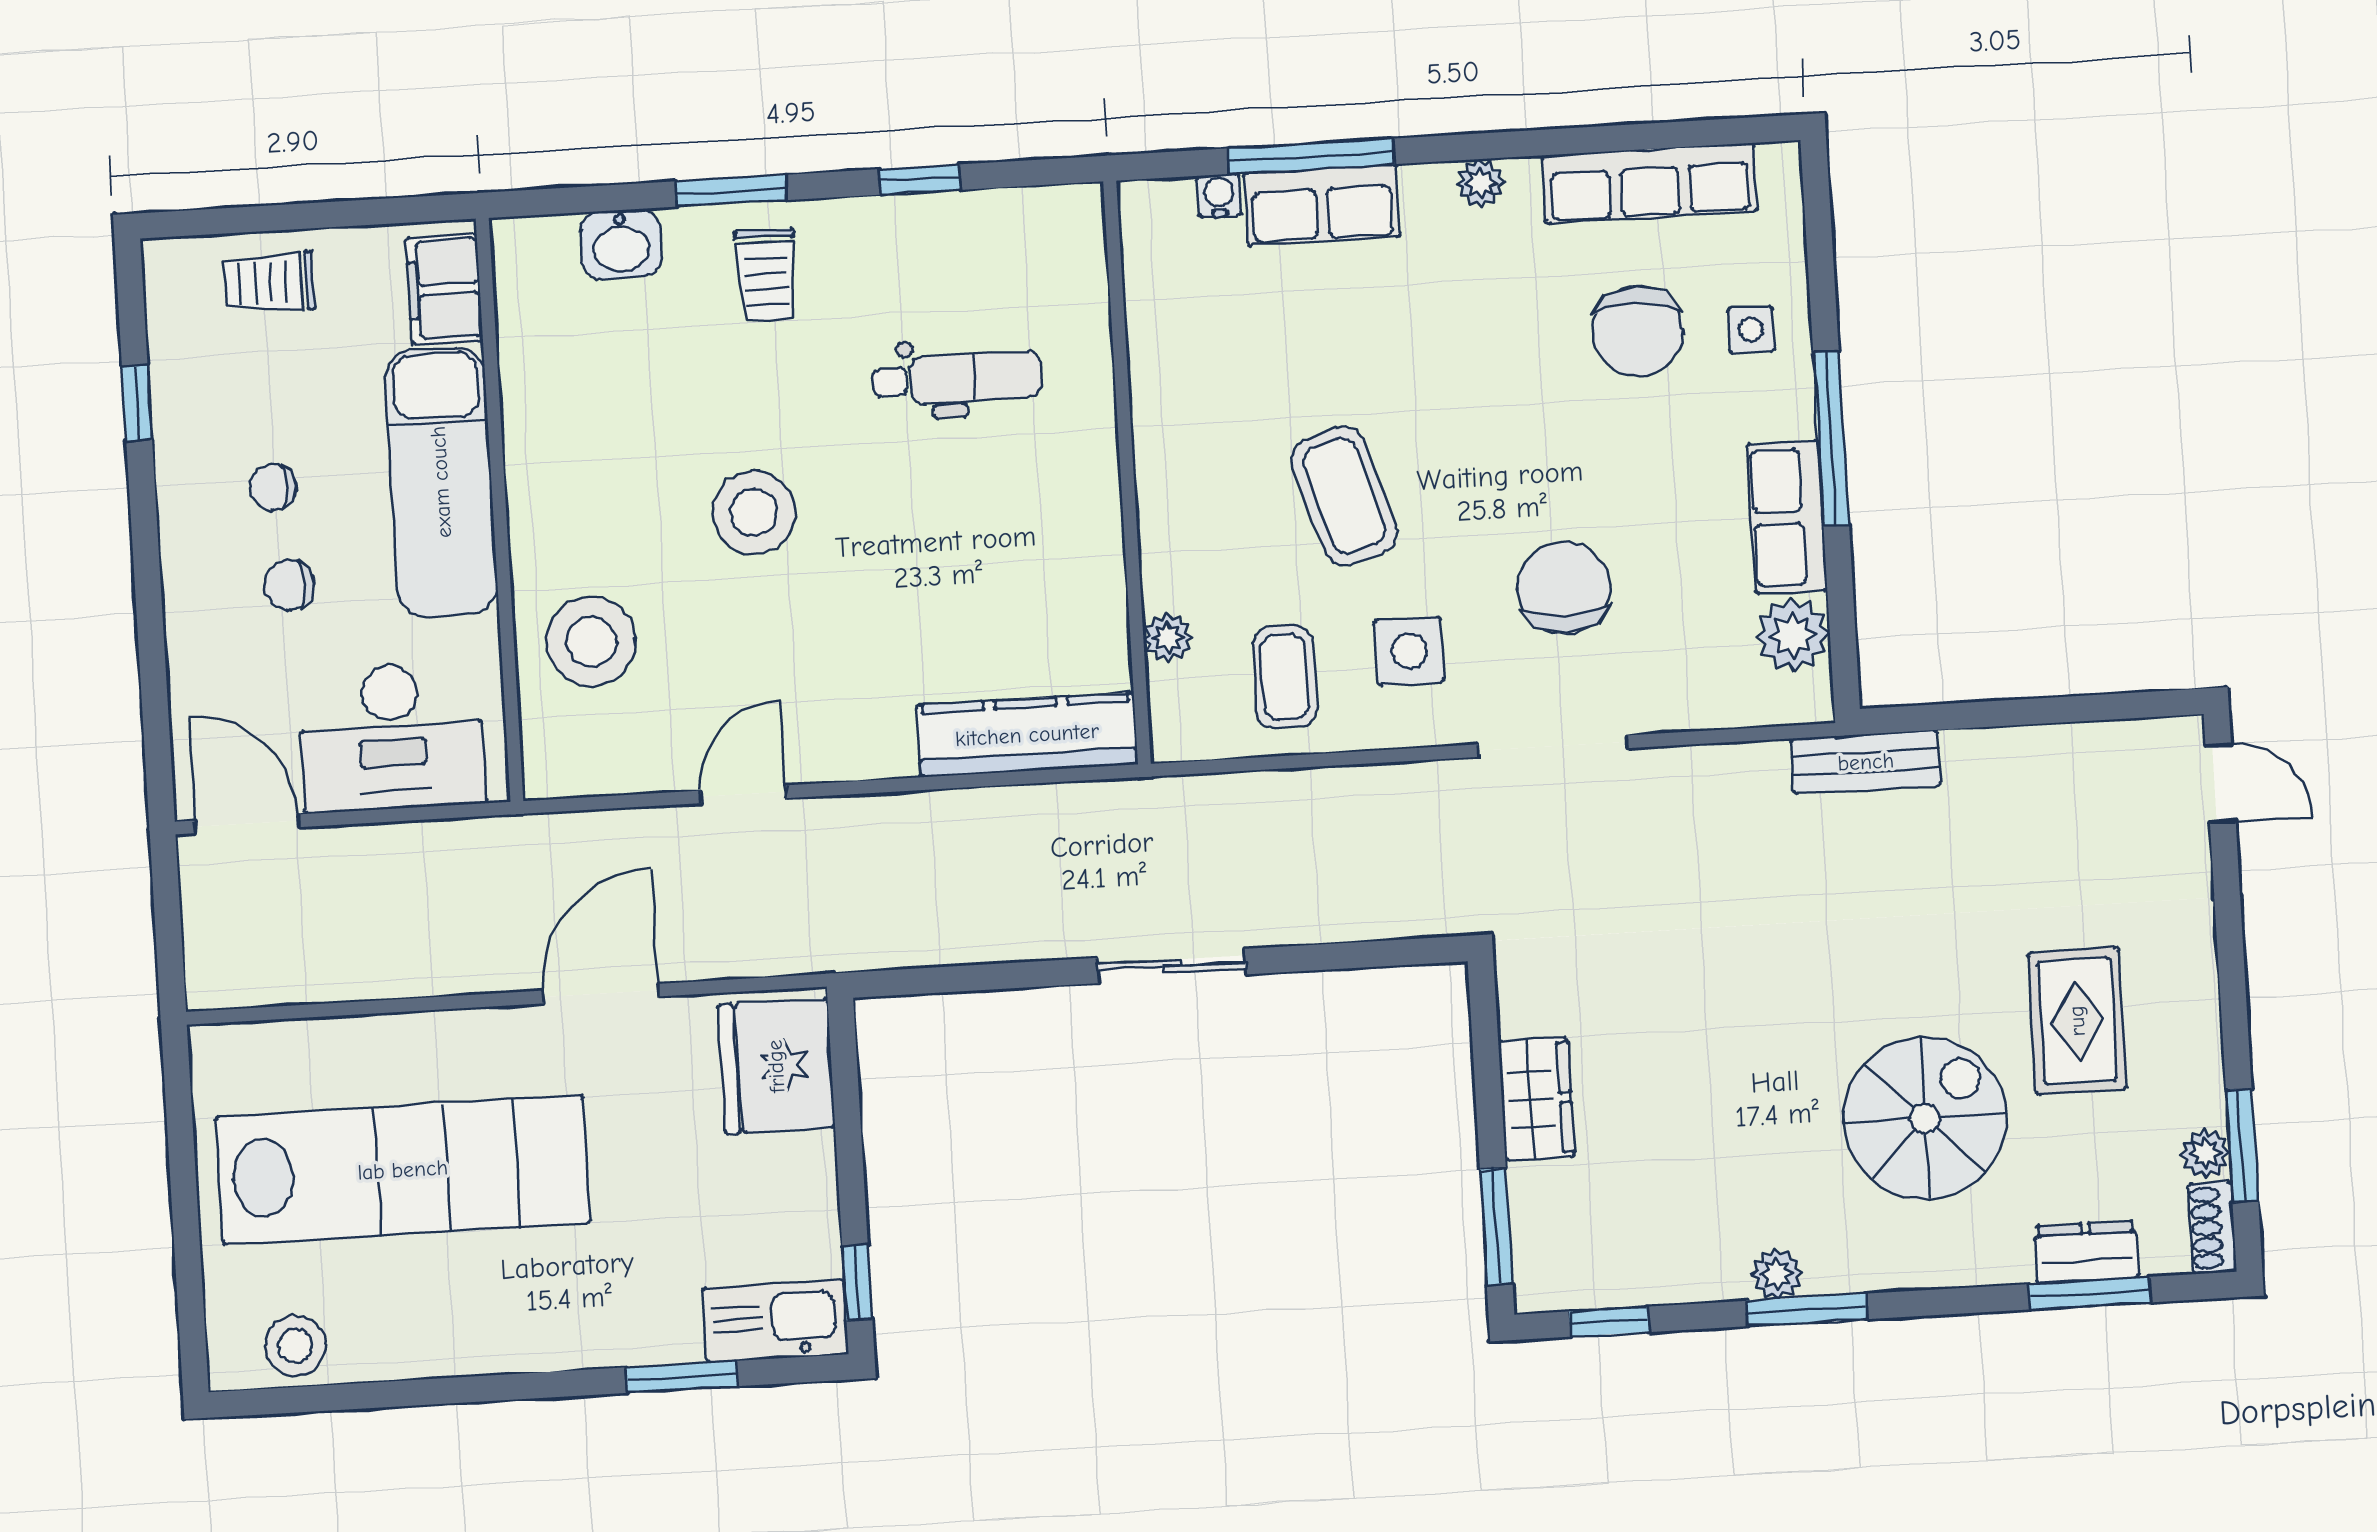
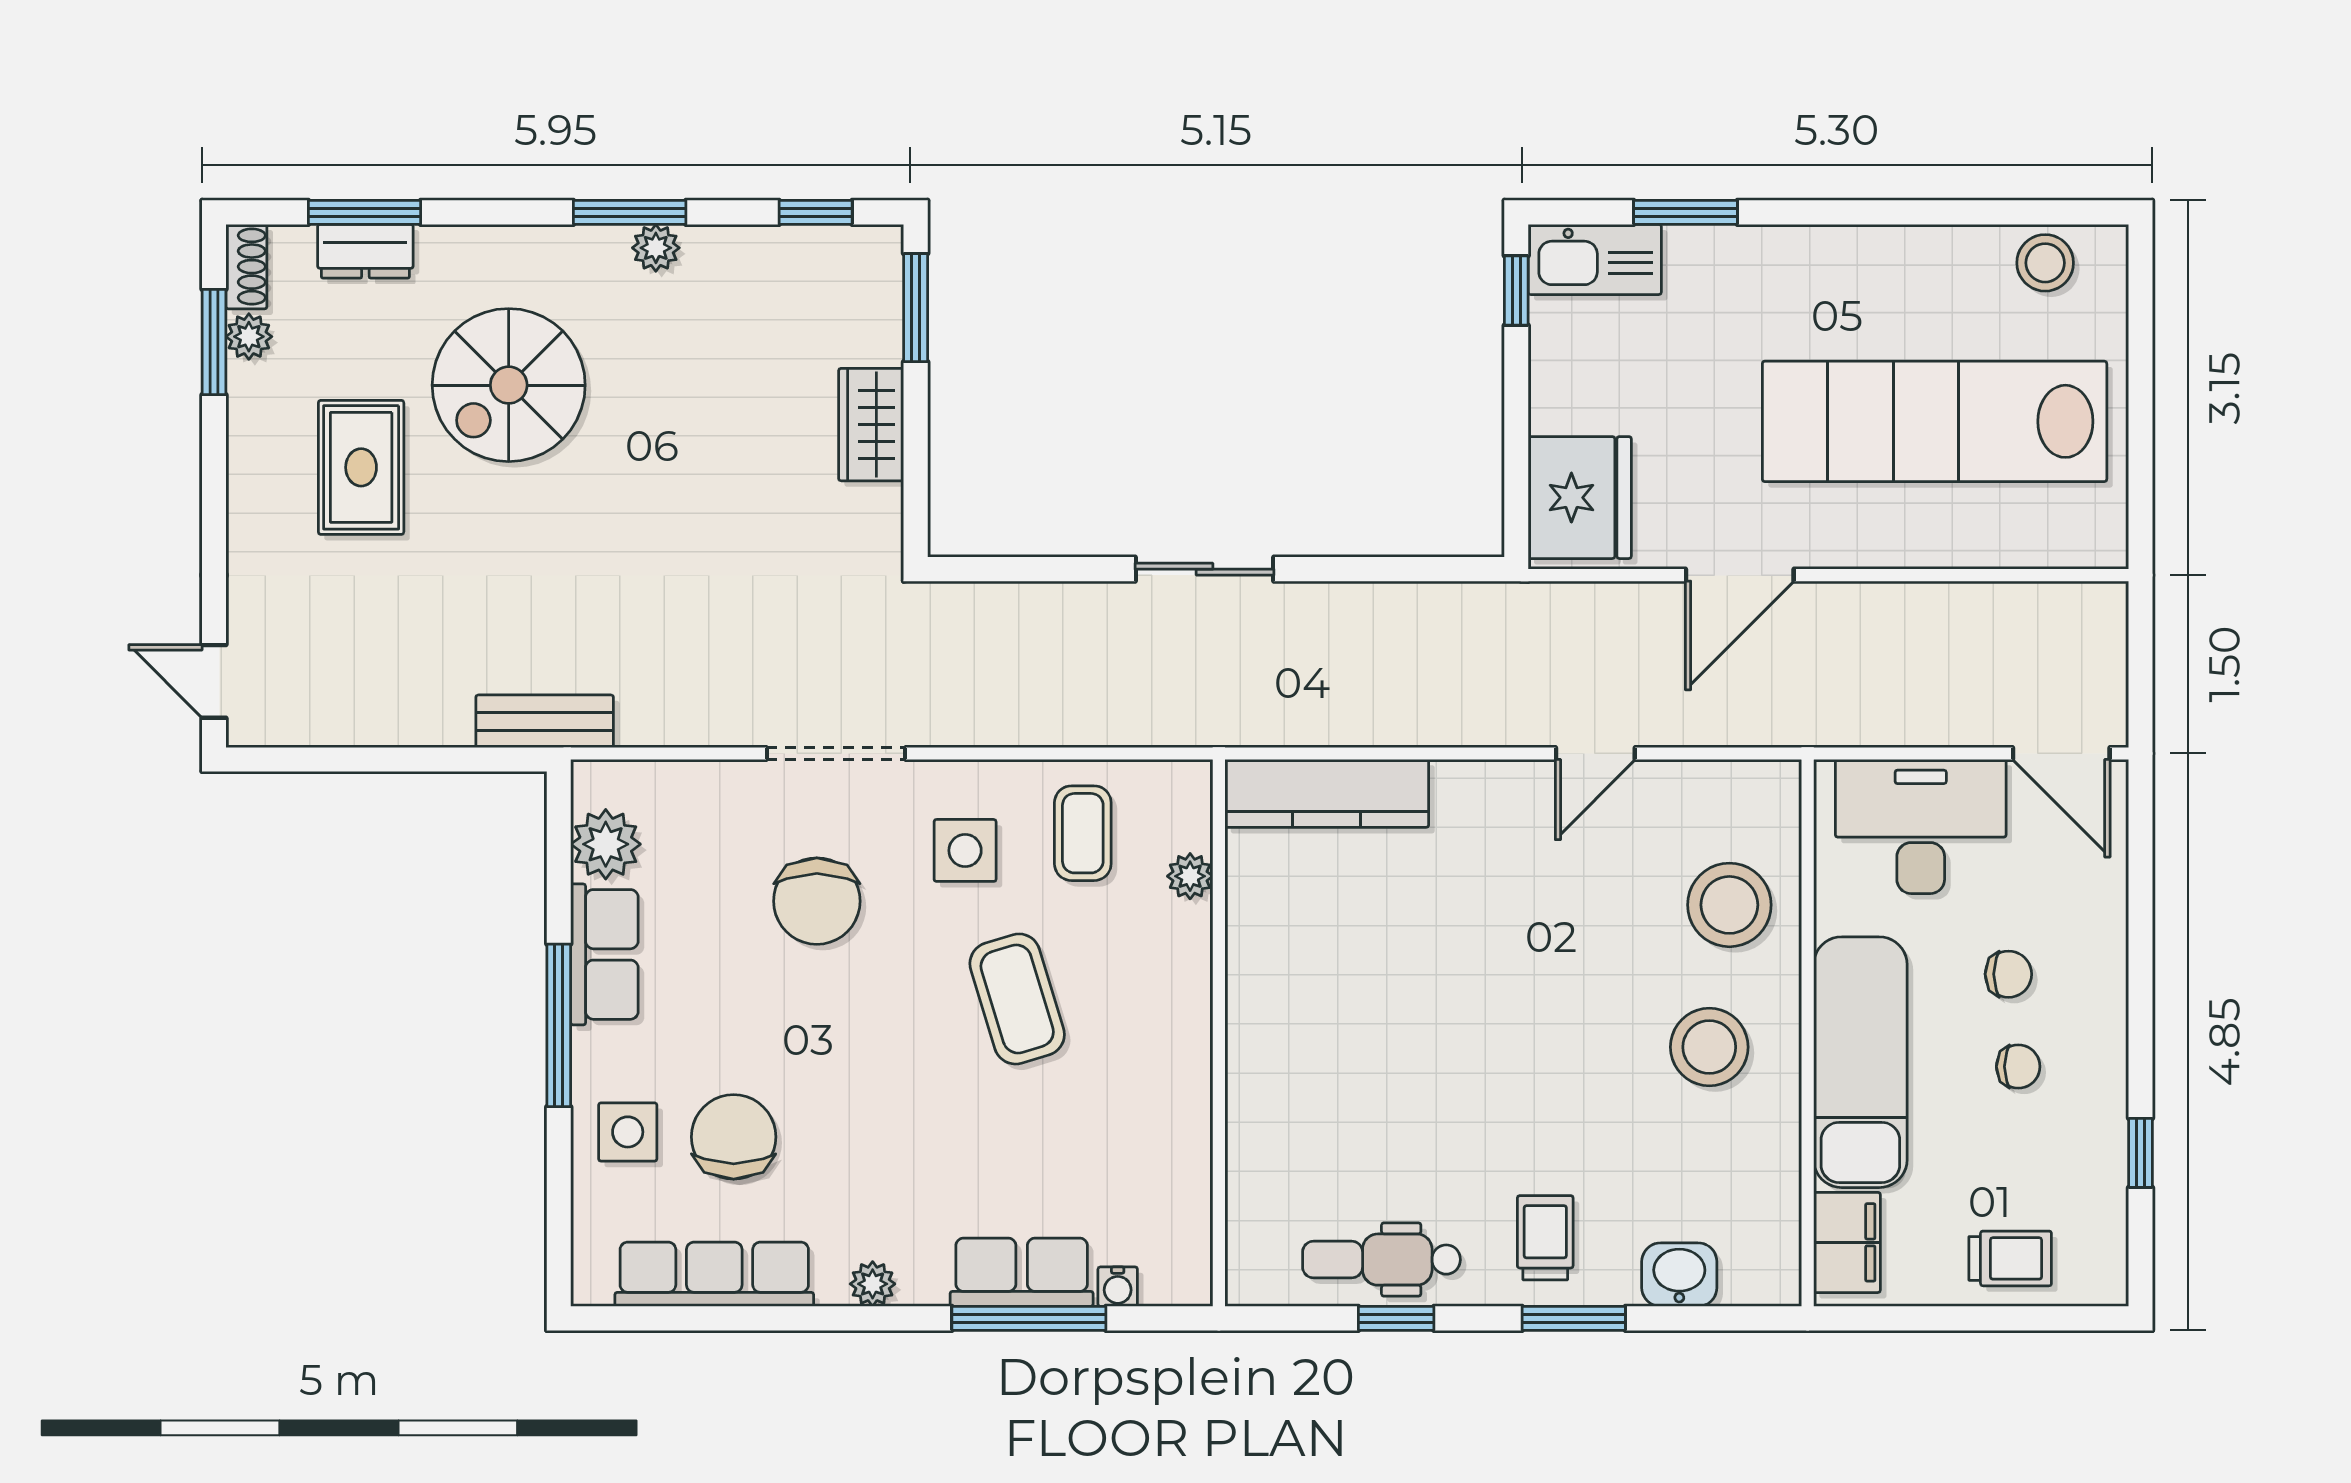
side table: (1751, 330) -> (628, 1132), width x1.37, depth x1.37
dental chair: (957, 378) -> (1381, 1260), moved
stool: (754, 512) -> (1709, 1047), moved

